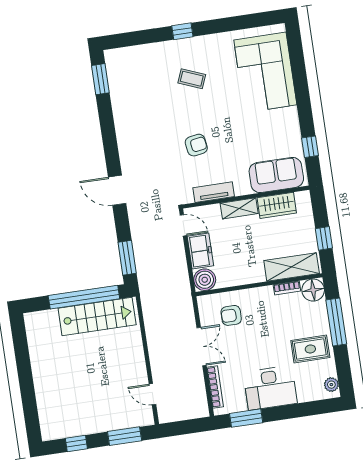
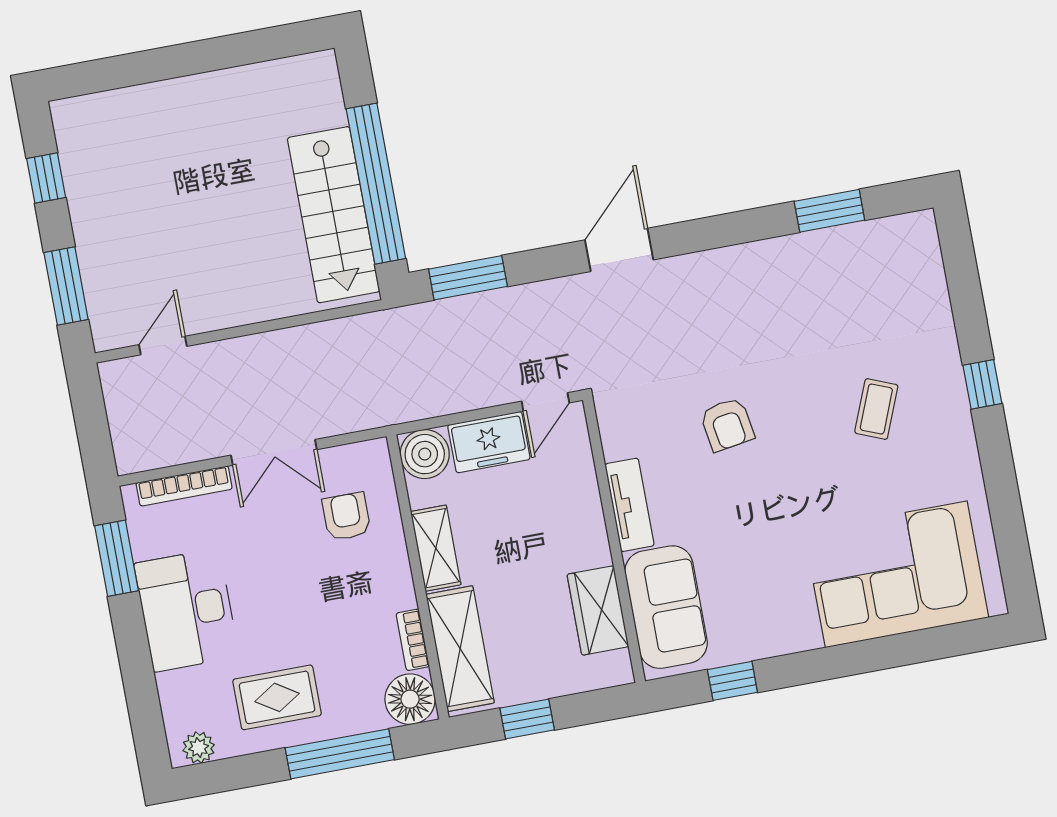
window: (100, 79) -> (829, 211), moved
tv unit: (214, 192) -> (630, 505), moved
shelving: (239, 208) -> (436, 548), moved
rug: (310, 349) -> (277, 697), turned 90

